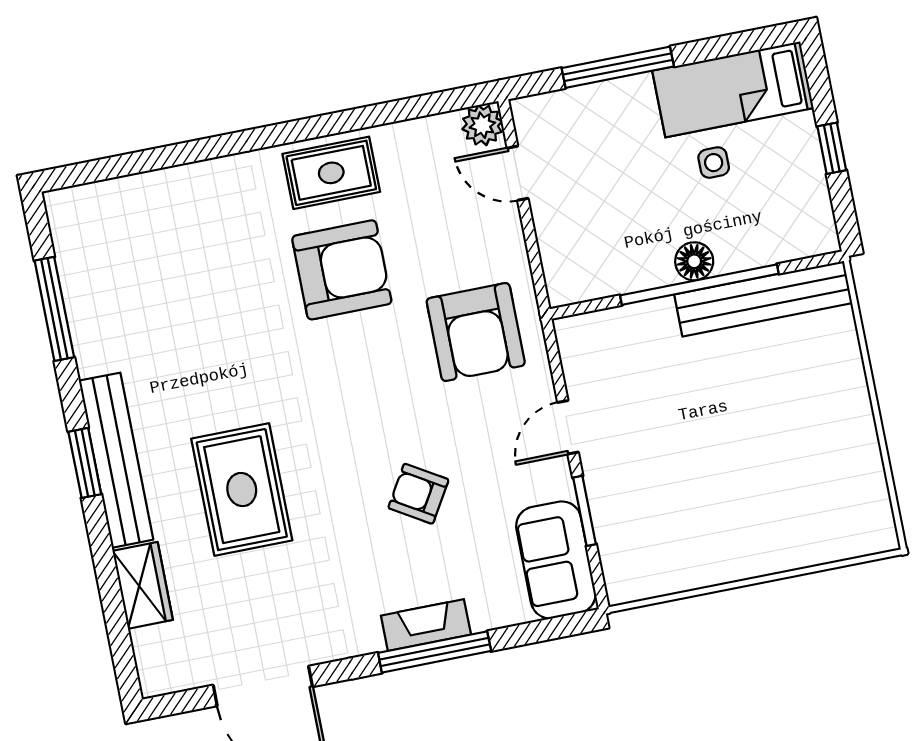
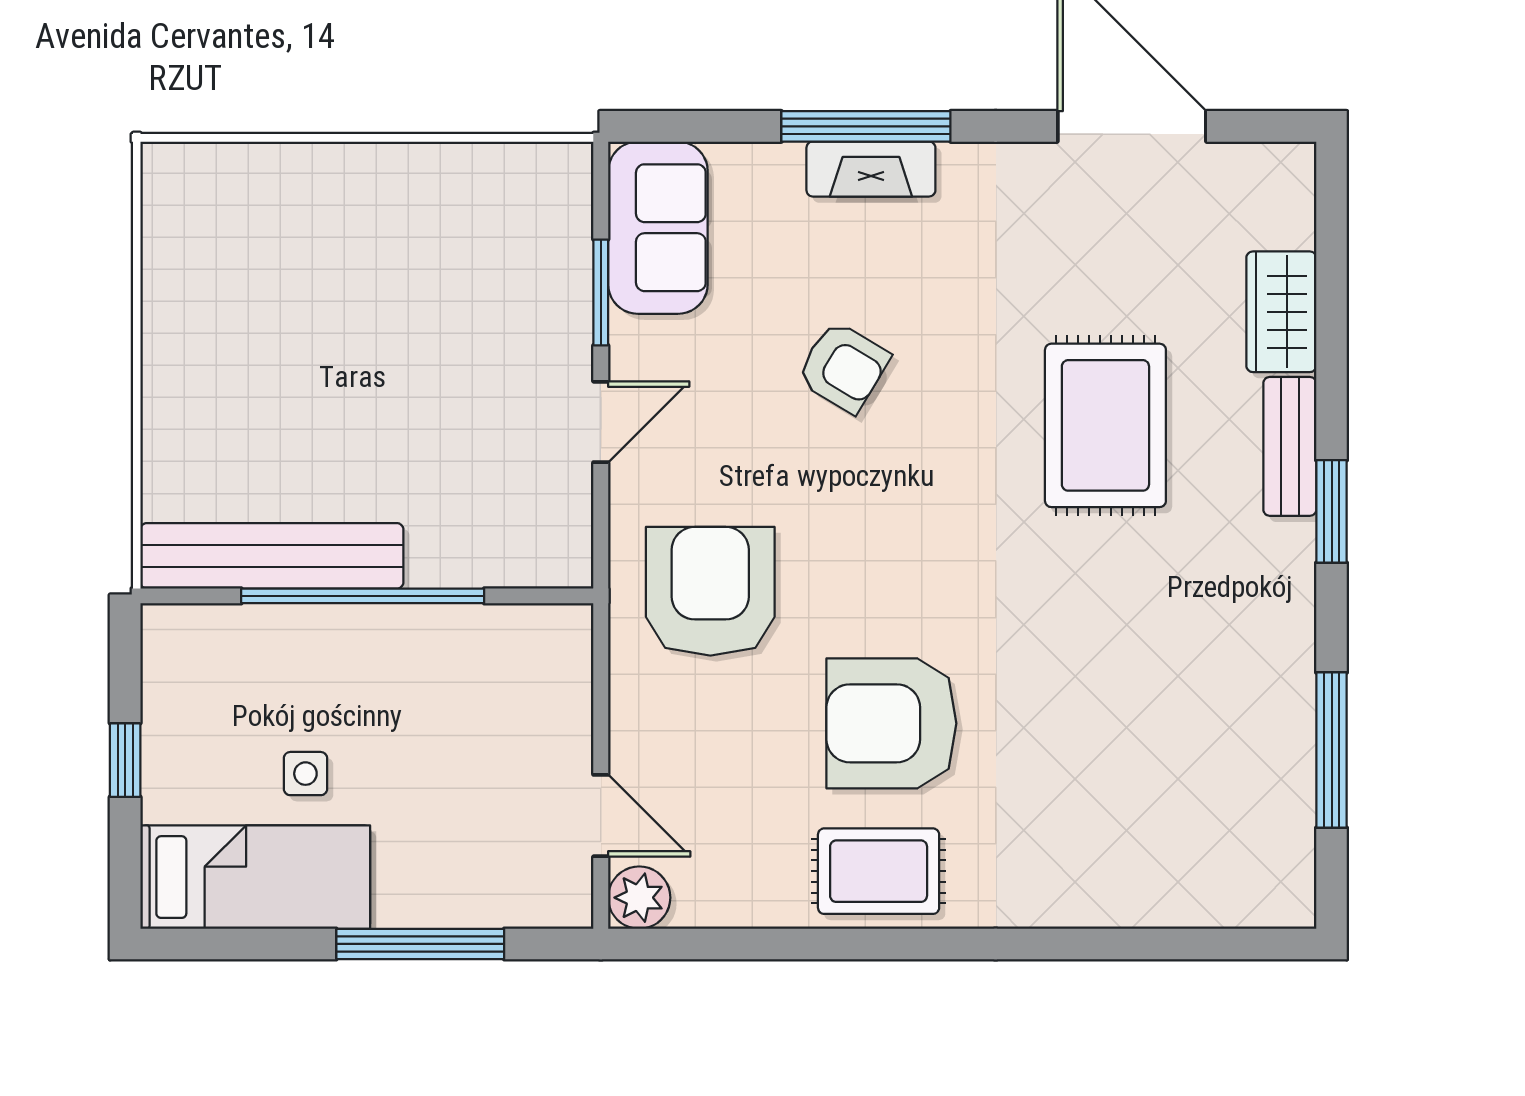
floor lamp: (694, 261) -> (364, 632), removed
bench: (116, 460) -> (1290, 446), width x0.54, depth x0.82

